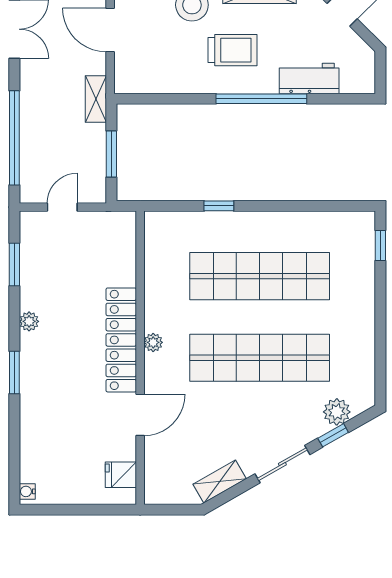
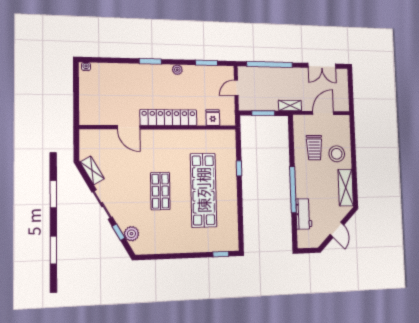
trolley: (232, 50) -> (314, 148), moved
door: (62, 207) -> (236, 88), swing flipped
plant: (153, 342) -> (167, 134), removed
shop shelf: (260, 358) -> (160, 191), width x0.50, depth x0.74
fridge: (121, 475) -> (213, 118), moved

